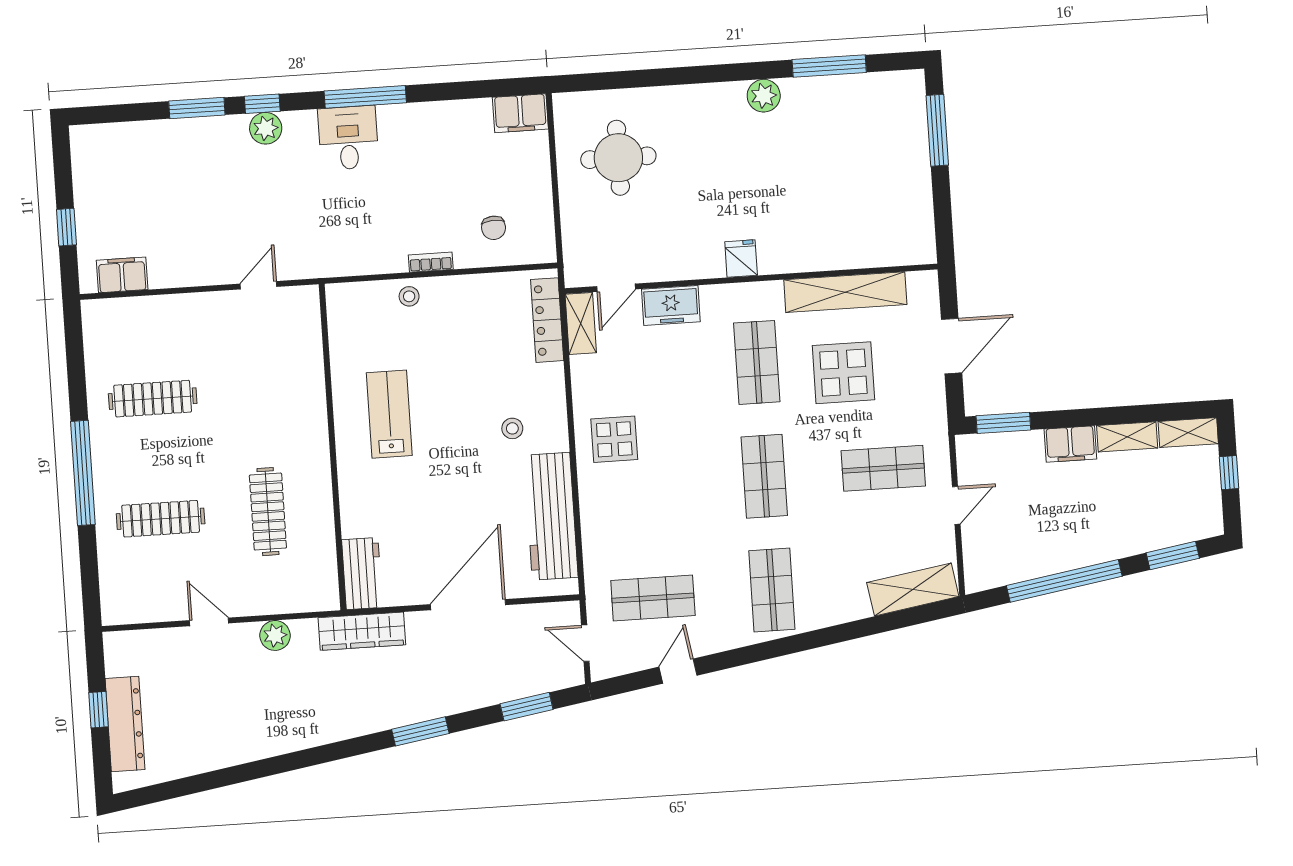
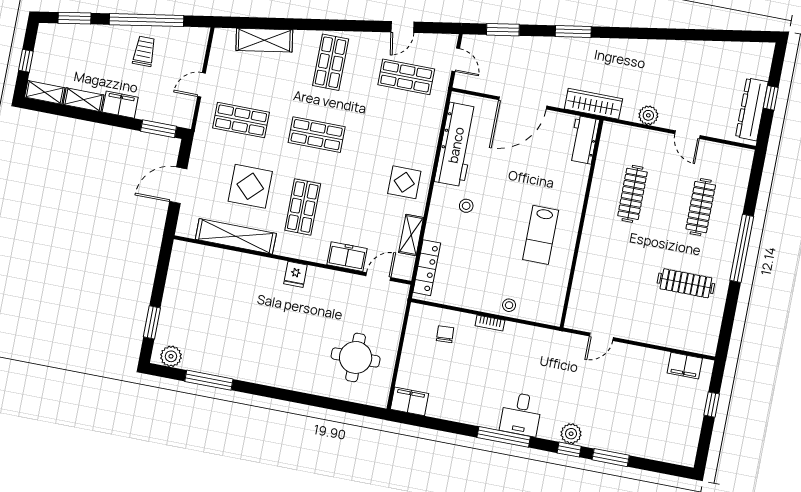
plant: (764, 96) -> (171, 356), moved
window: (937, 130) -> (152, 322), width x0.69
shelving: (581, 323) -> (411, 235), moved
shop shelf: (764, 476) -> (317, 135), turned 90
clothes rail: (161, 519) -> (701, 207), turned 90
trolley: (1055, 533) -> (144, 51), added
shelving: (913, 590) -> (264, 40), moved
dresser: (125, 724) -> (752, 109), moved

